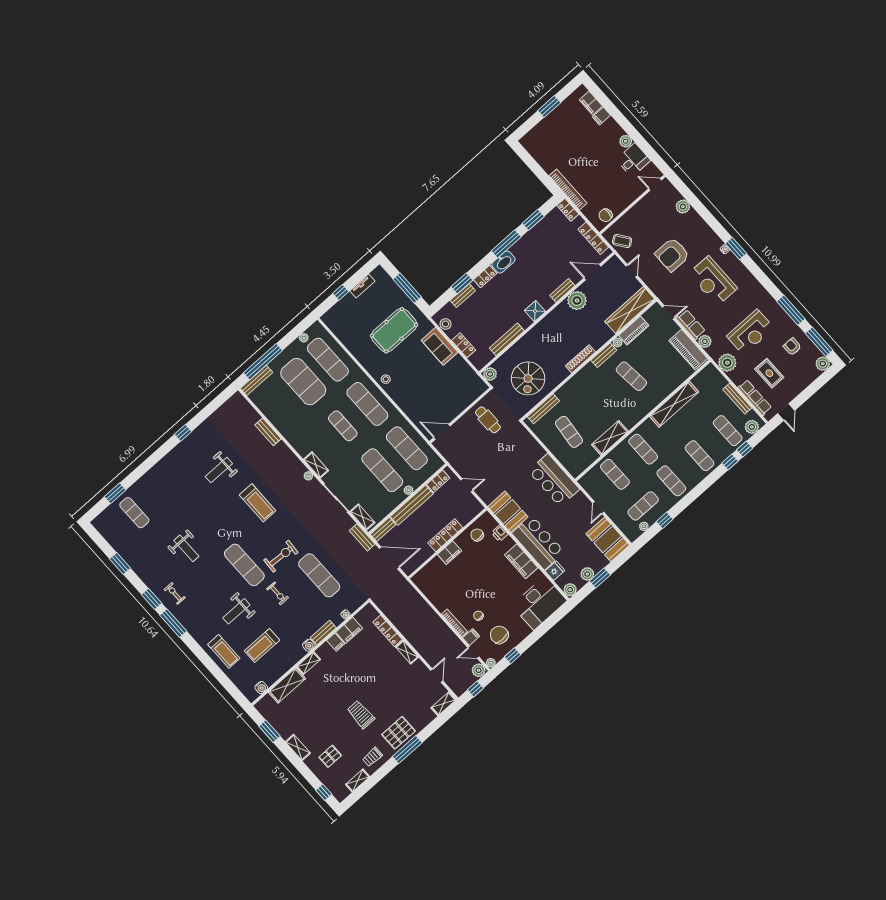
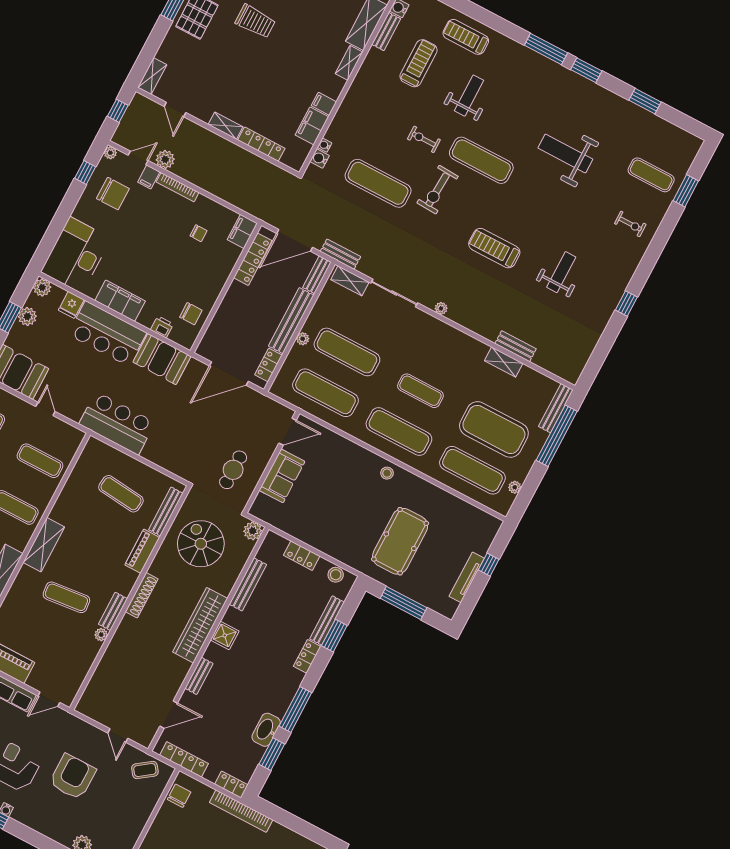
washbasin: (504, 262) -> (266, 730), moved
tv unit: (362, 286) -> (467, 577), width x1.41
bench: (463, 296) -> (327, 620), width x1.36
plant: (577, 301) -> (175, 670), removed
wardrobe: (630, 310) -> (200, 625), moved, turned 180
piano: (634, 331) -> (142, 551), moved
sofa: (440, 346) -> (282, 476), moved, turned 90
cafe table: (488, 420) -> (233, 470), turned 90
shelving: (610, 438) -> (44, 545), moved
shelving: (316, 465) -> (504, 362), moved
door: (467, 485) -> (229, 374), width x1.87
locker: (445, 535) -> (253, 259), moved
weight bench: (186, 548) -> (565, 154), width x1.36, depth x1.33
filing cabinet: (450, 553) -> (242, 231), moved
exercise bike: (175, 593) -> (630, 224), moved
chair: (478, 616) -> (199, 233), moved
bench: (323, 633) -> (386, 32), moved
water cooler: (309, 645) -> (320, 159), moved
plant: (479, 670) -> (165, 159), moved

